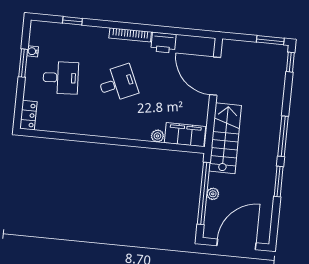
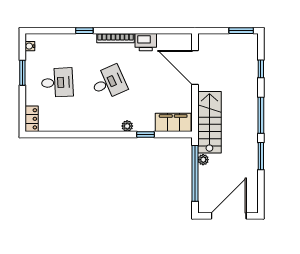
window: (72, 21) -> (84, 31), moved
water cooler: (33, 51) -> (30, 46), moved
window: (290, 62) -> (261, 69), moved
plant: (157, 136) -> (127, 126), moved
window: (153, 145) -> (145, 134), added
plant: (213, 194) -> (203, 160), moved

